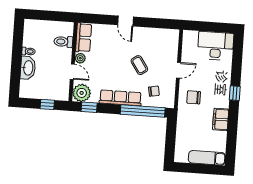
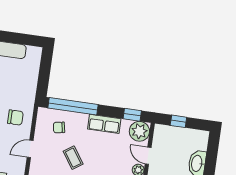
row of seats: (120, 98) -> (104, 124), width x0.68

